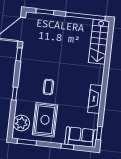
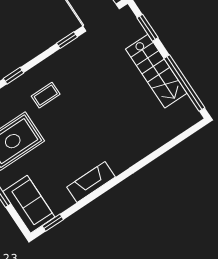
stairs: (99, 42) -> (156, 71), moved, turned -90
coffee table: (48, 87) -> (46, 95), moved

